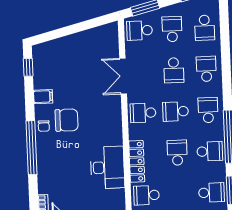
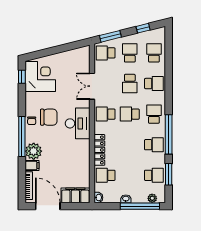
school desk: (205, 28) -> (154, 53), turned 180
corner desk: (53, 66) -> (40, 77), added
school desk: (206, 69) -> (154, 84), turned 90
filing cabinet: (43, 97) -> (32, 166), moved
school desk: (177, 153) -> (130, 145), removed
plant: (48, 167) -> (34, 151), added
desk: (107, 167) -> (78, 123), moved

